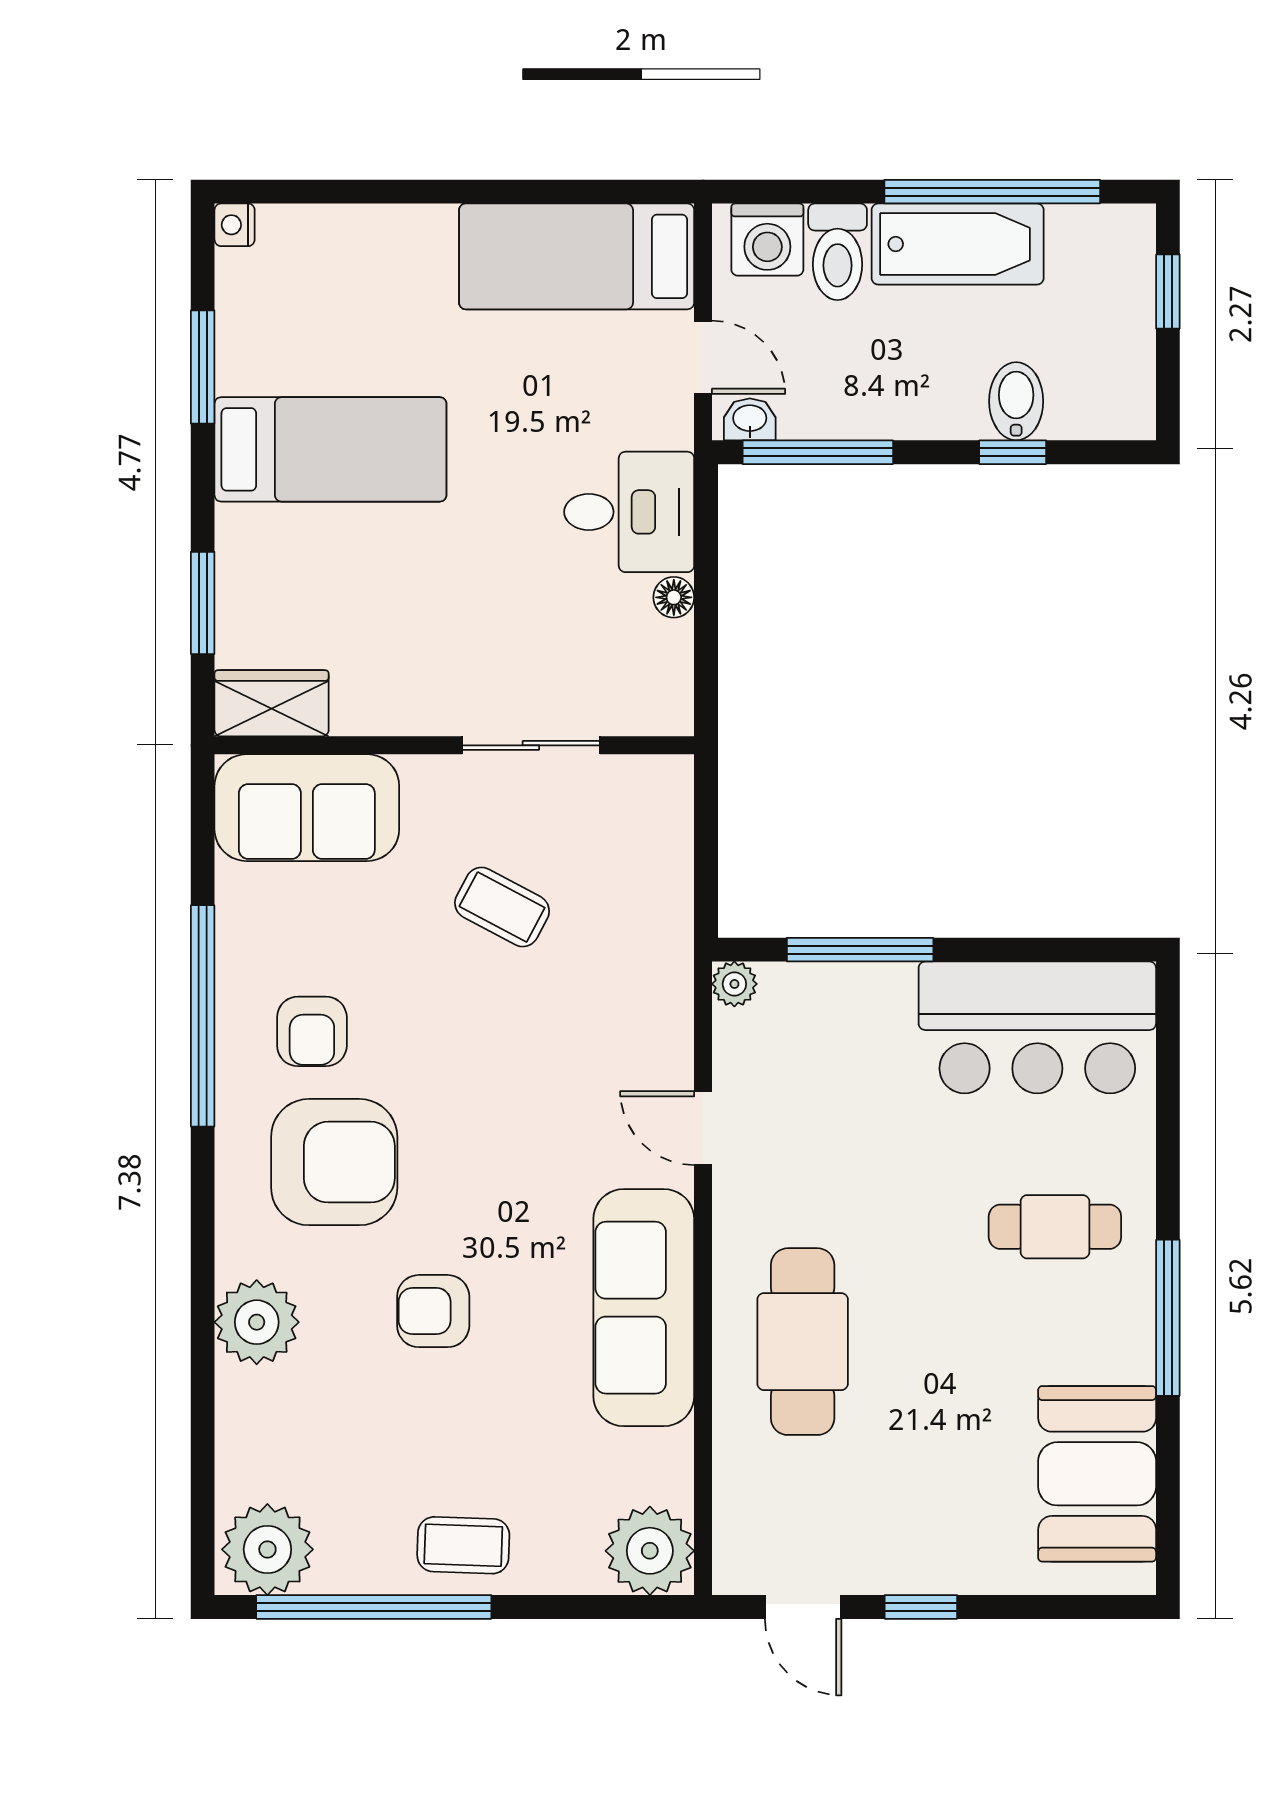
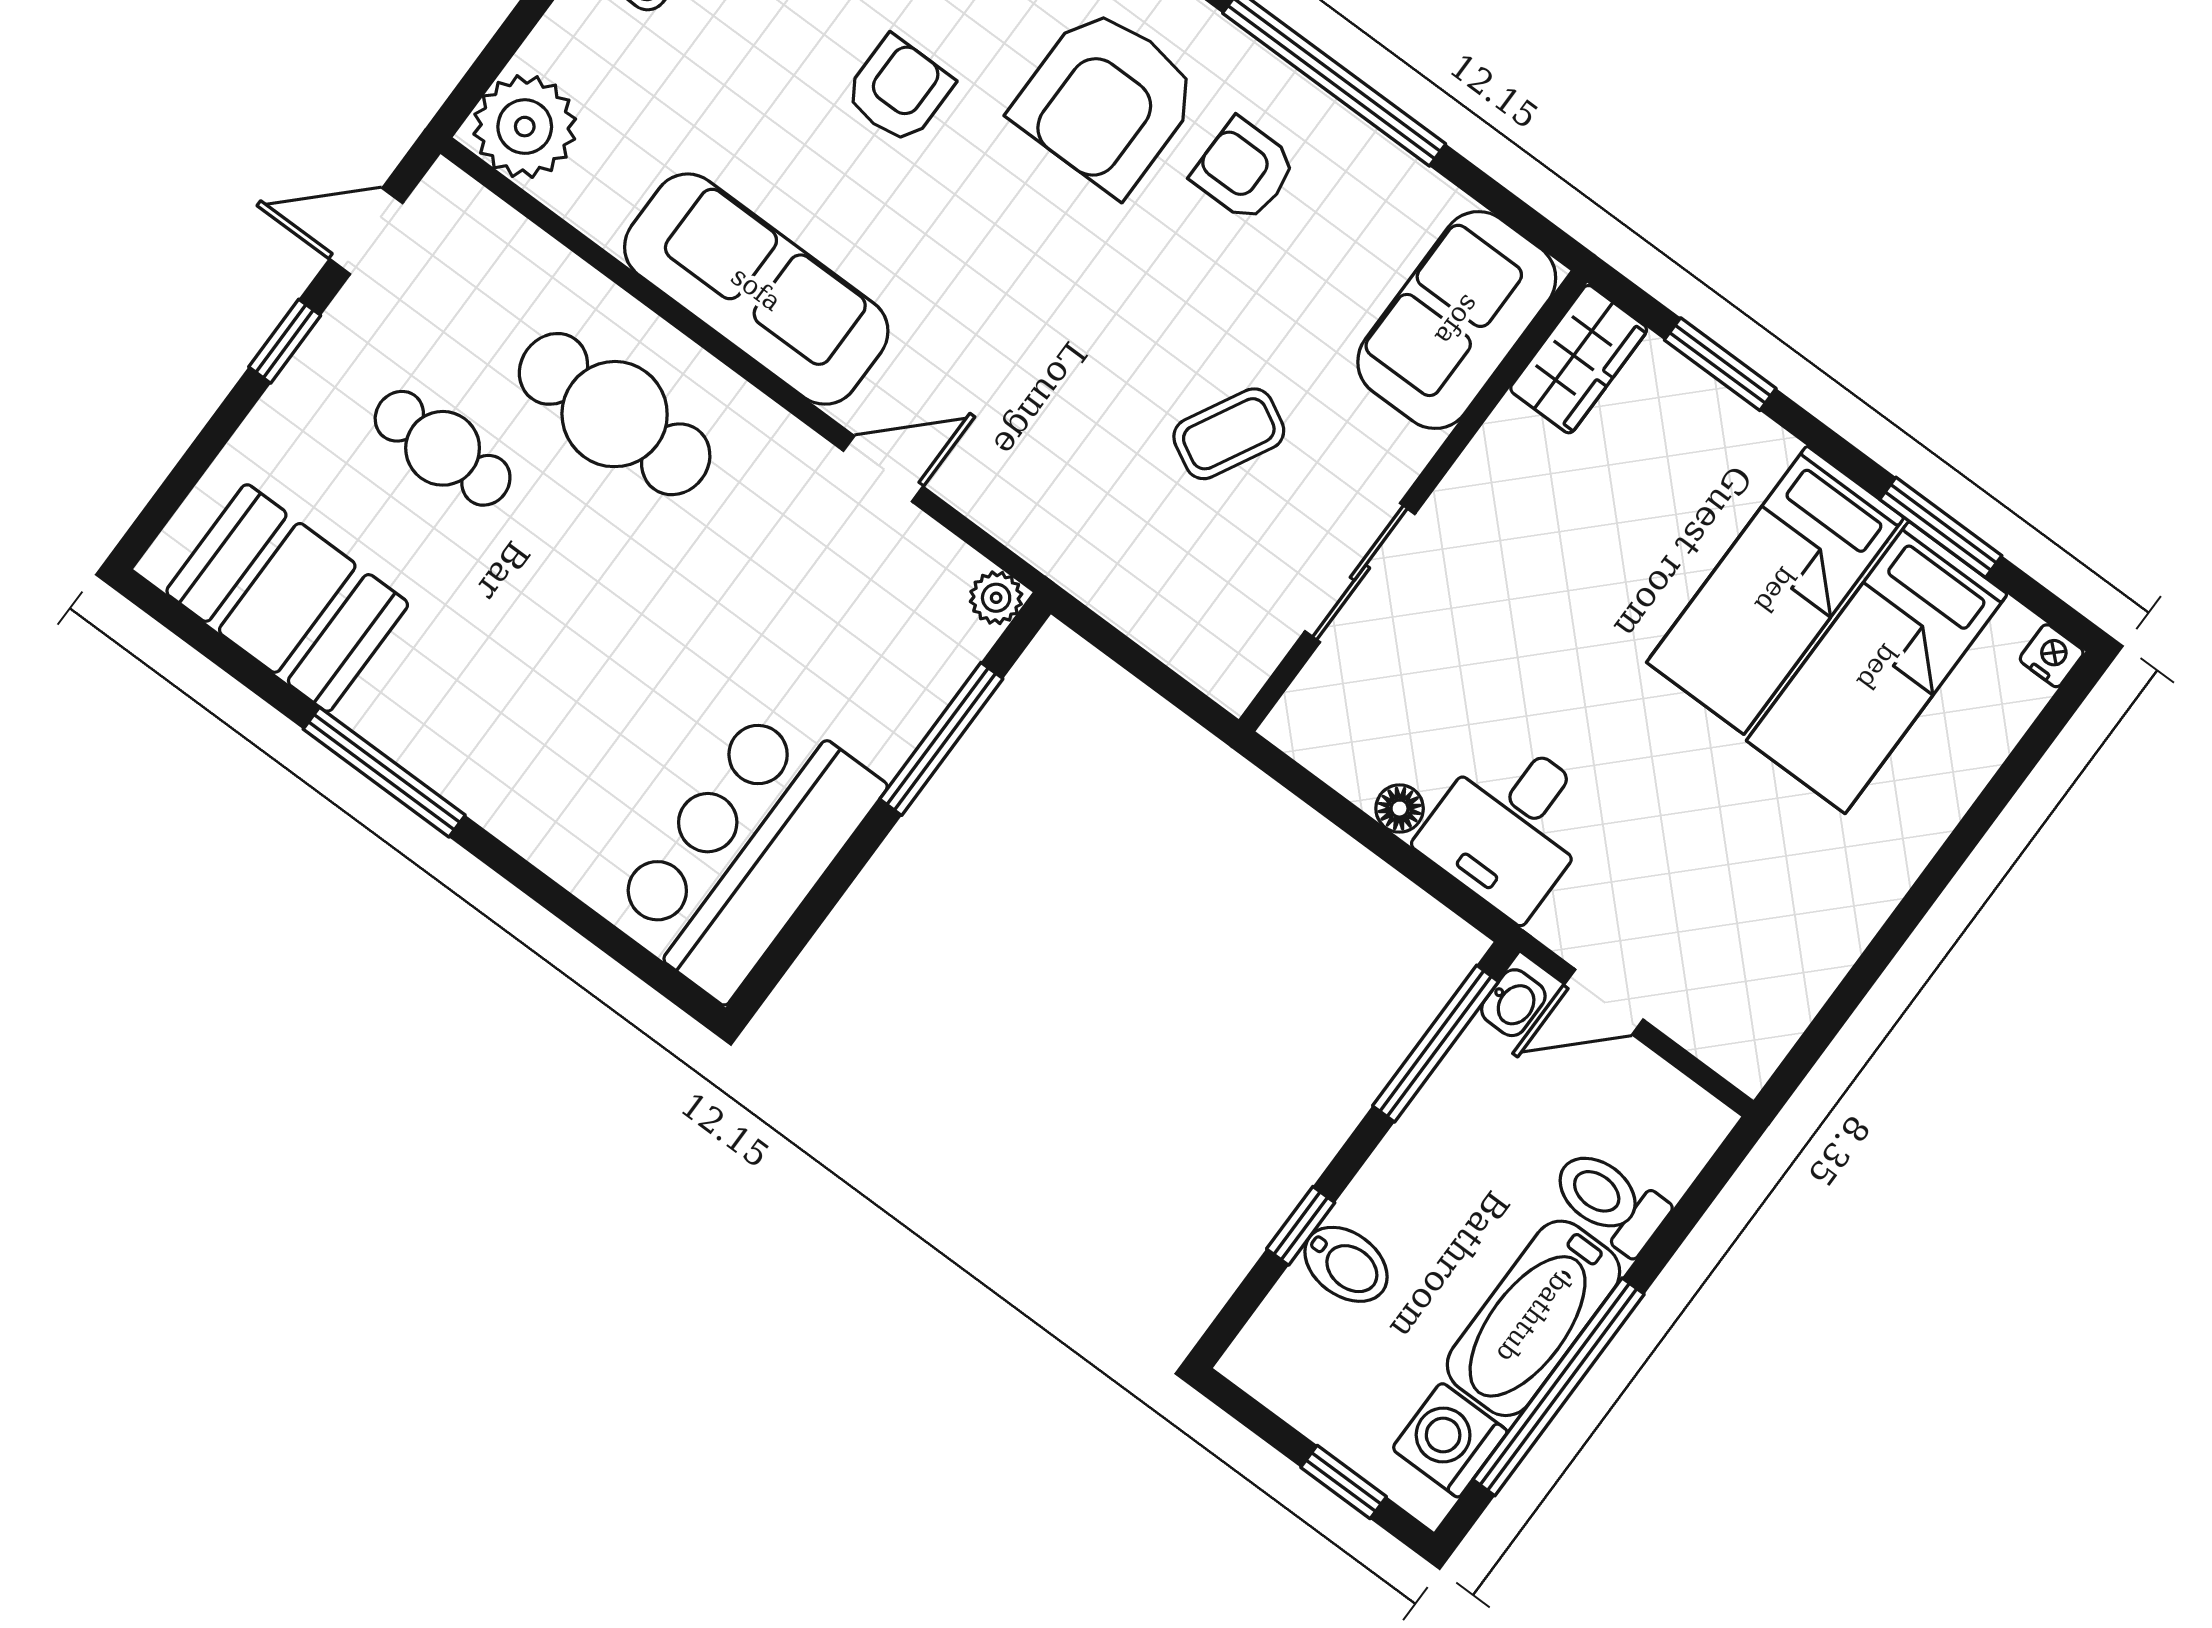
washing machine: (767, 240) -> (1450, 1440), moved
bed: (577, 256) -> (1877, 667), moved, turned 180
cafe table: (1055, 1227) -> (443, 448), moved, turned 90

